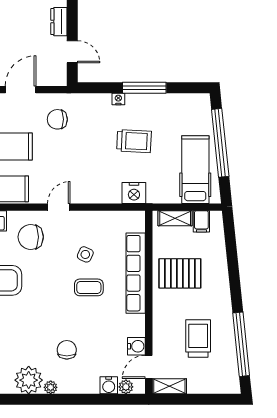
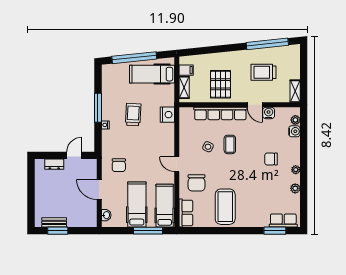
door: (149, 367) -> (255, 105), moved
plant: (29, 380) -> (295, 188), width x0.53, depth x0.53

